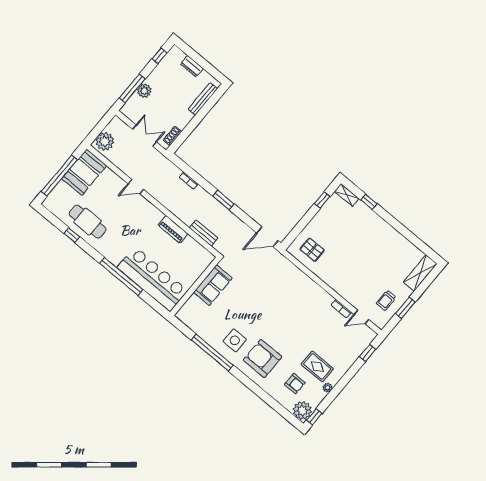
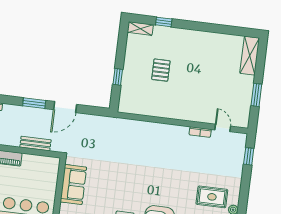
window: (322, 200) -> (118, 77), moved
door: (267, 237) -> (65, 107), moved
pallet: (312, 250) -> (161, 70), moved, turned 90
trolley: (386, 300) -> (235, 99), removed
door: (361, 317) -> (223, 128), swing flipped

